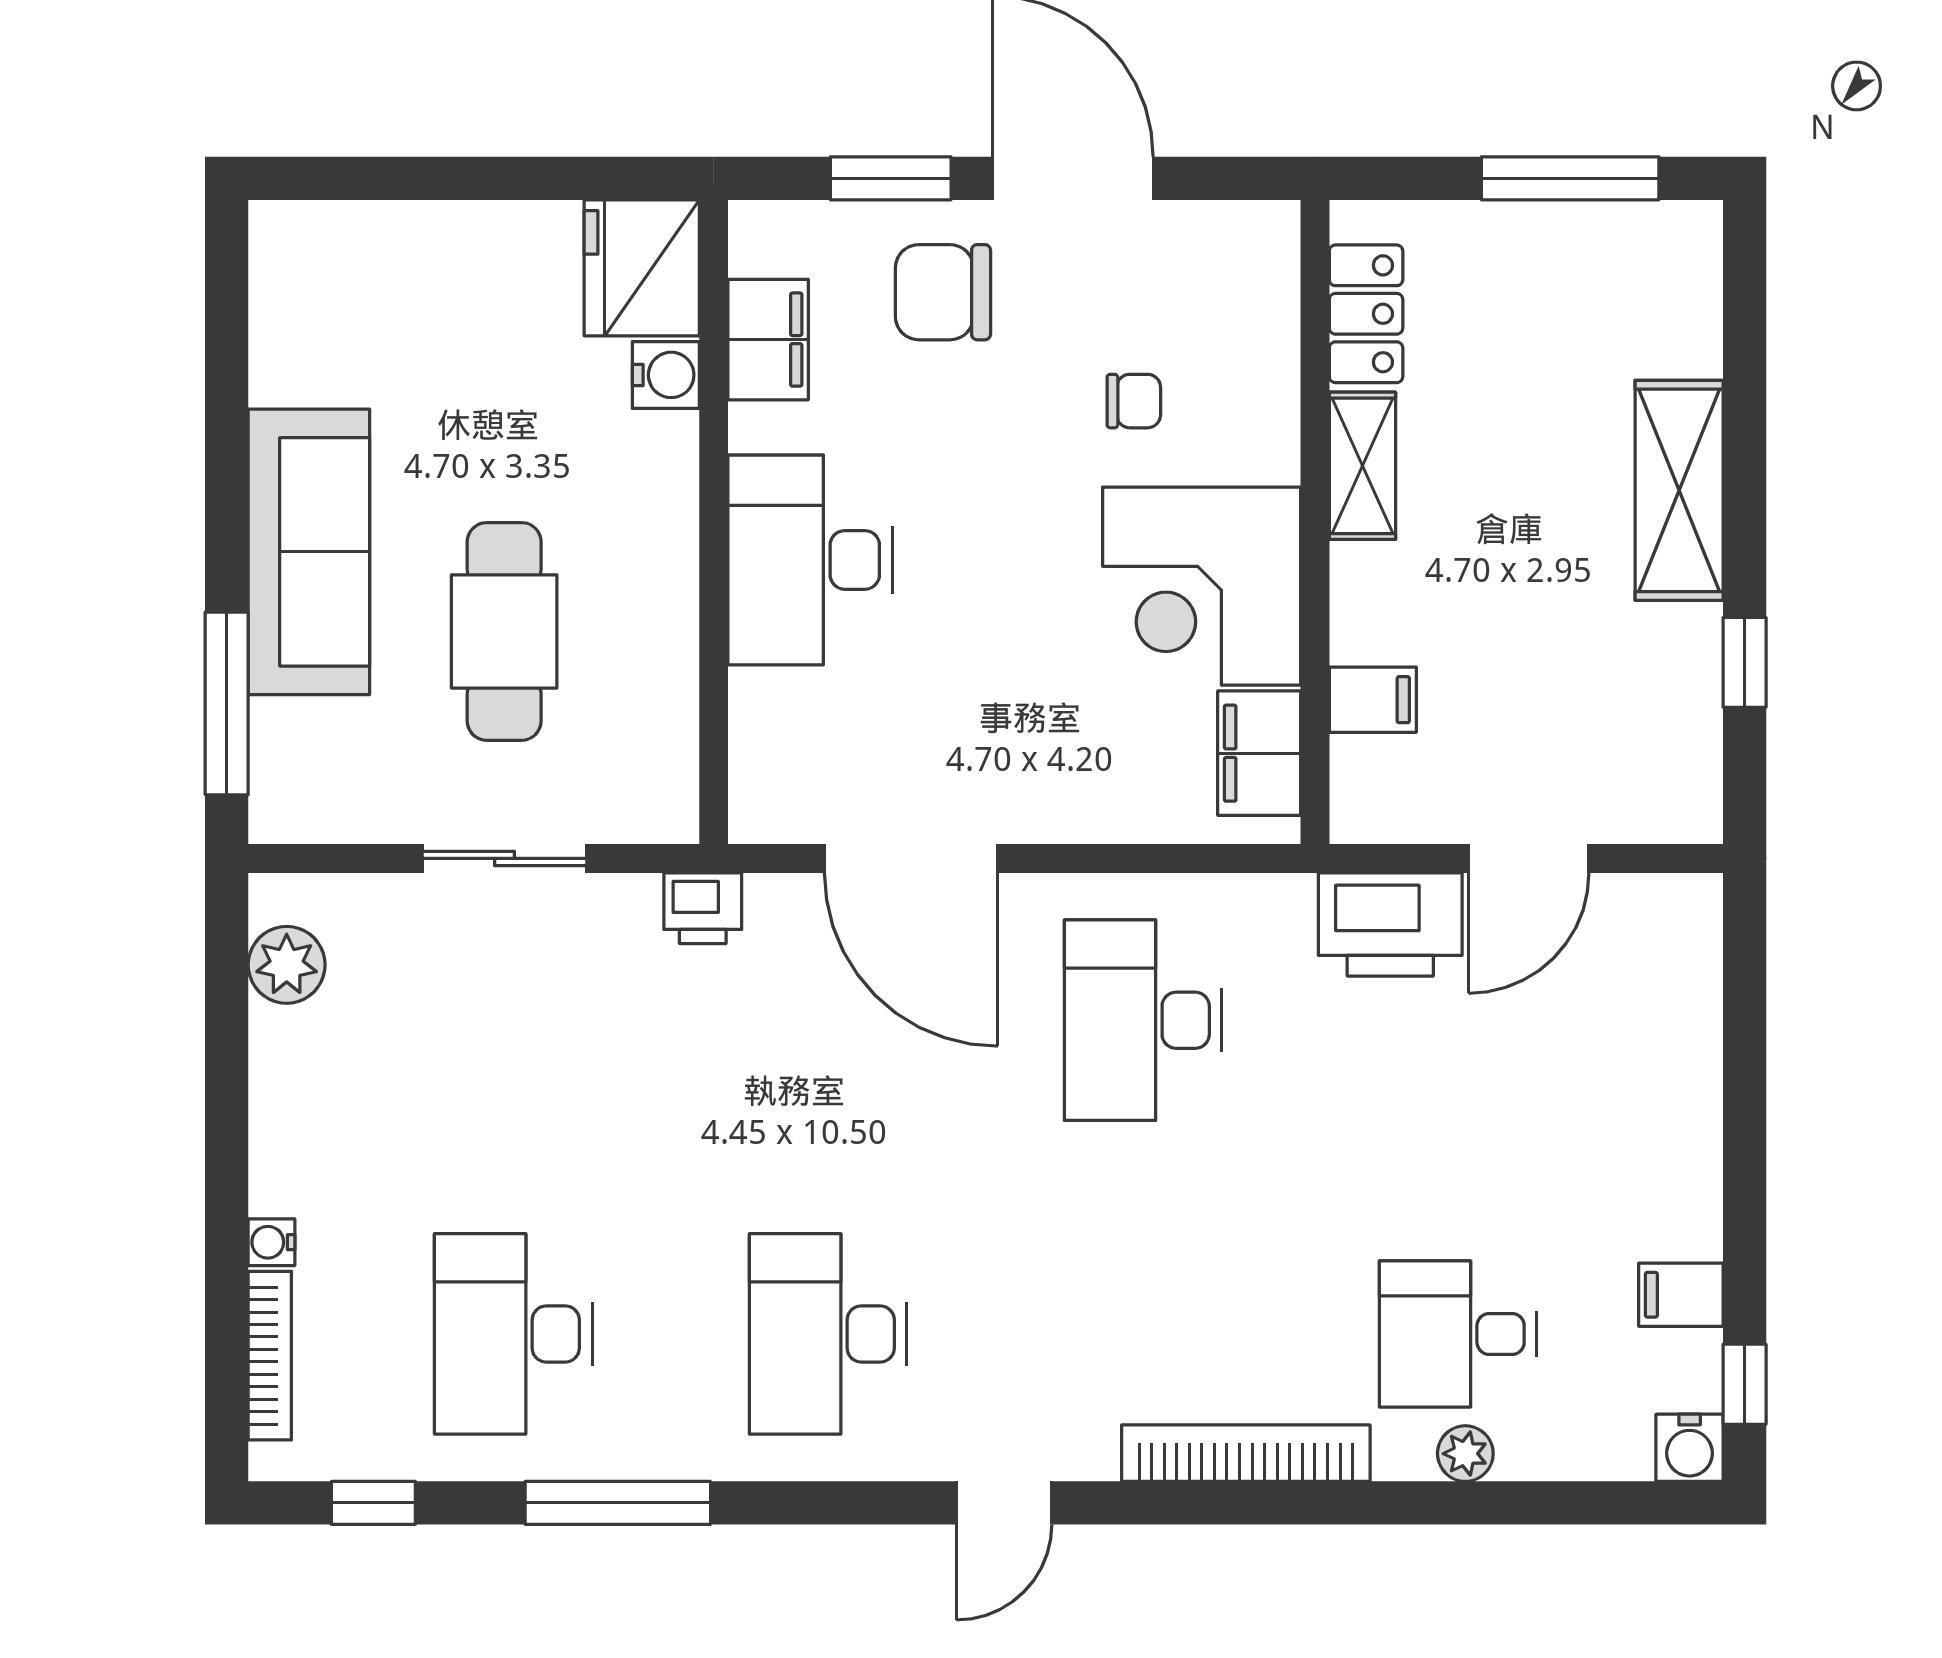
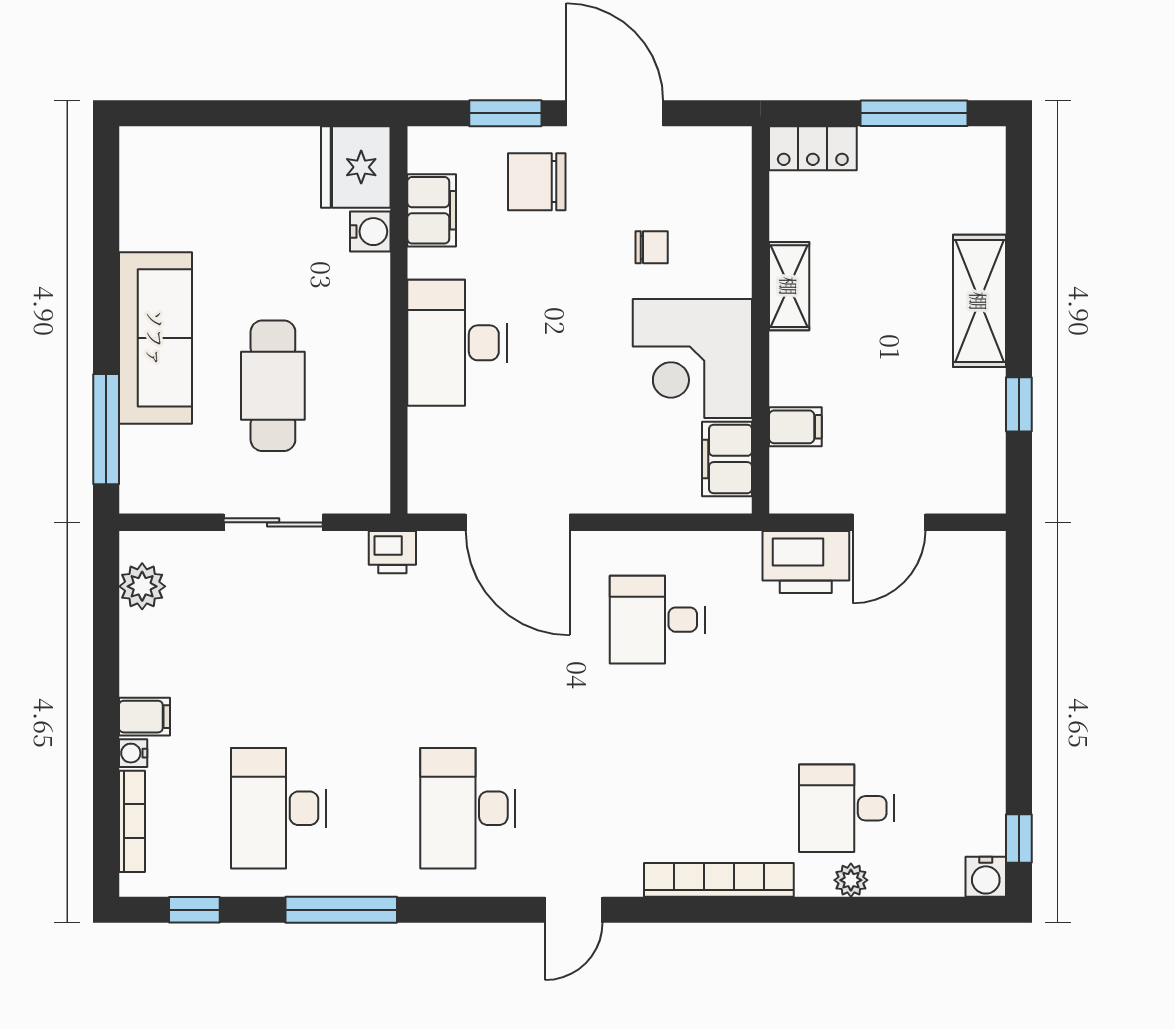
locker: (1366, 314) -> (813, 148), moved, turned 90
desk: (1143, 1020) -> (657, 620), width x0.73
filing cabinet: (1681, 1295) -> (144, 717), moved, turned 180

